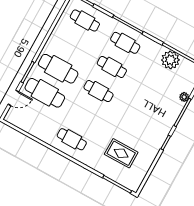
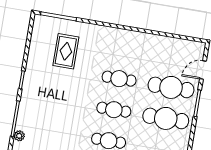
cafe table: (72, 139) -> (119, 79), moved
rug: (121, 153) -> (66, 51), turned 90

